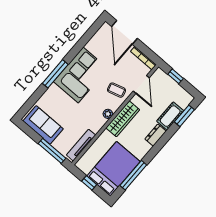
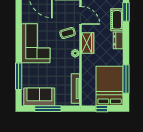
window: (55, 74) -> (19, 76), moved
wardrobe: (123, 119) -> (88, 43), width x0.67
window: (52, 151) -> (48, 109), moved

